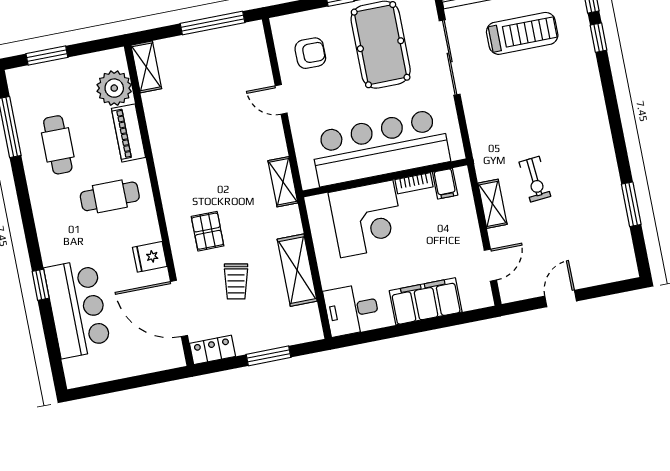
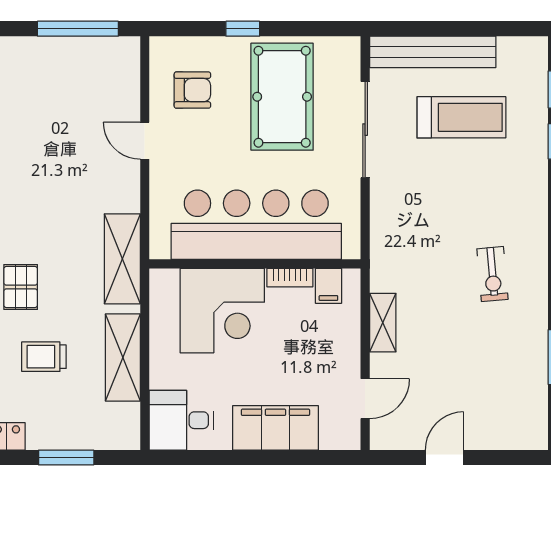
exercise bike: (535, 179) -> (492, 274), moved
shelving: (283, 182) -> (122, 259), width x1.50, depth x1.33
trolley: (236, 281) -> (44, 357), turned 79

